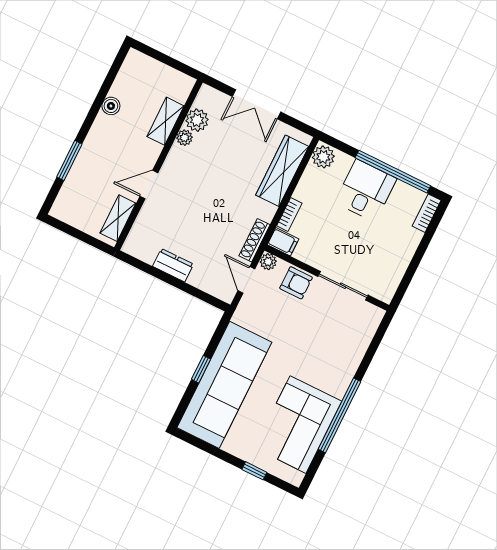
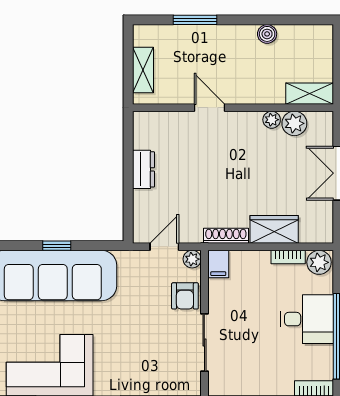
shelving: (165, 121) -> (310, 94), moved
wardrobe: (282, 171) -> (274, 229), width x0.67
bookcase: (289, 215) -> (288, 257), moved
shelving: (118, 218) -> (143, 70), moved, turned 90
shoe rack: (254, 240) -> (226, 236), moved

